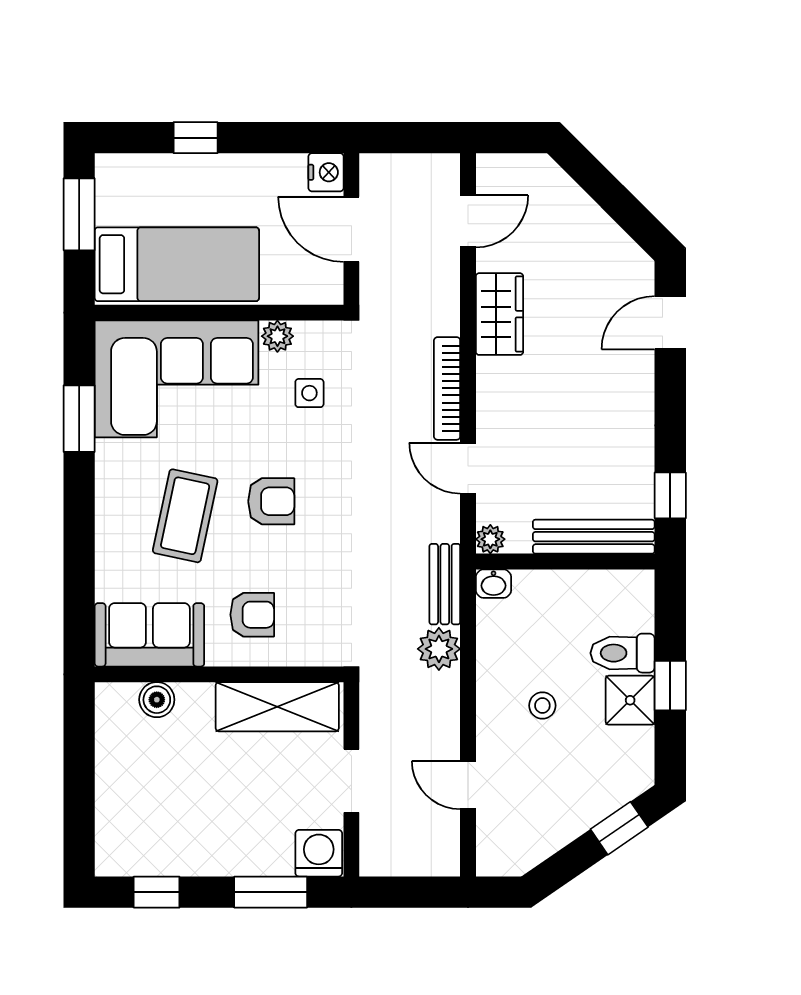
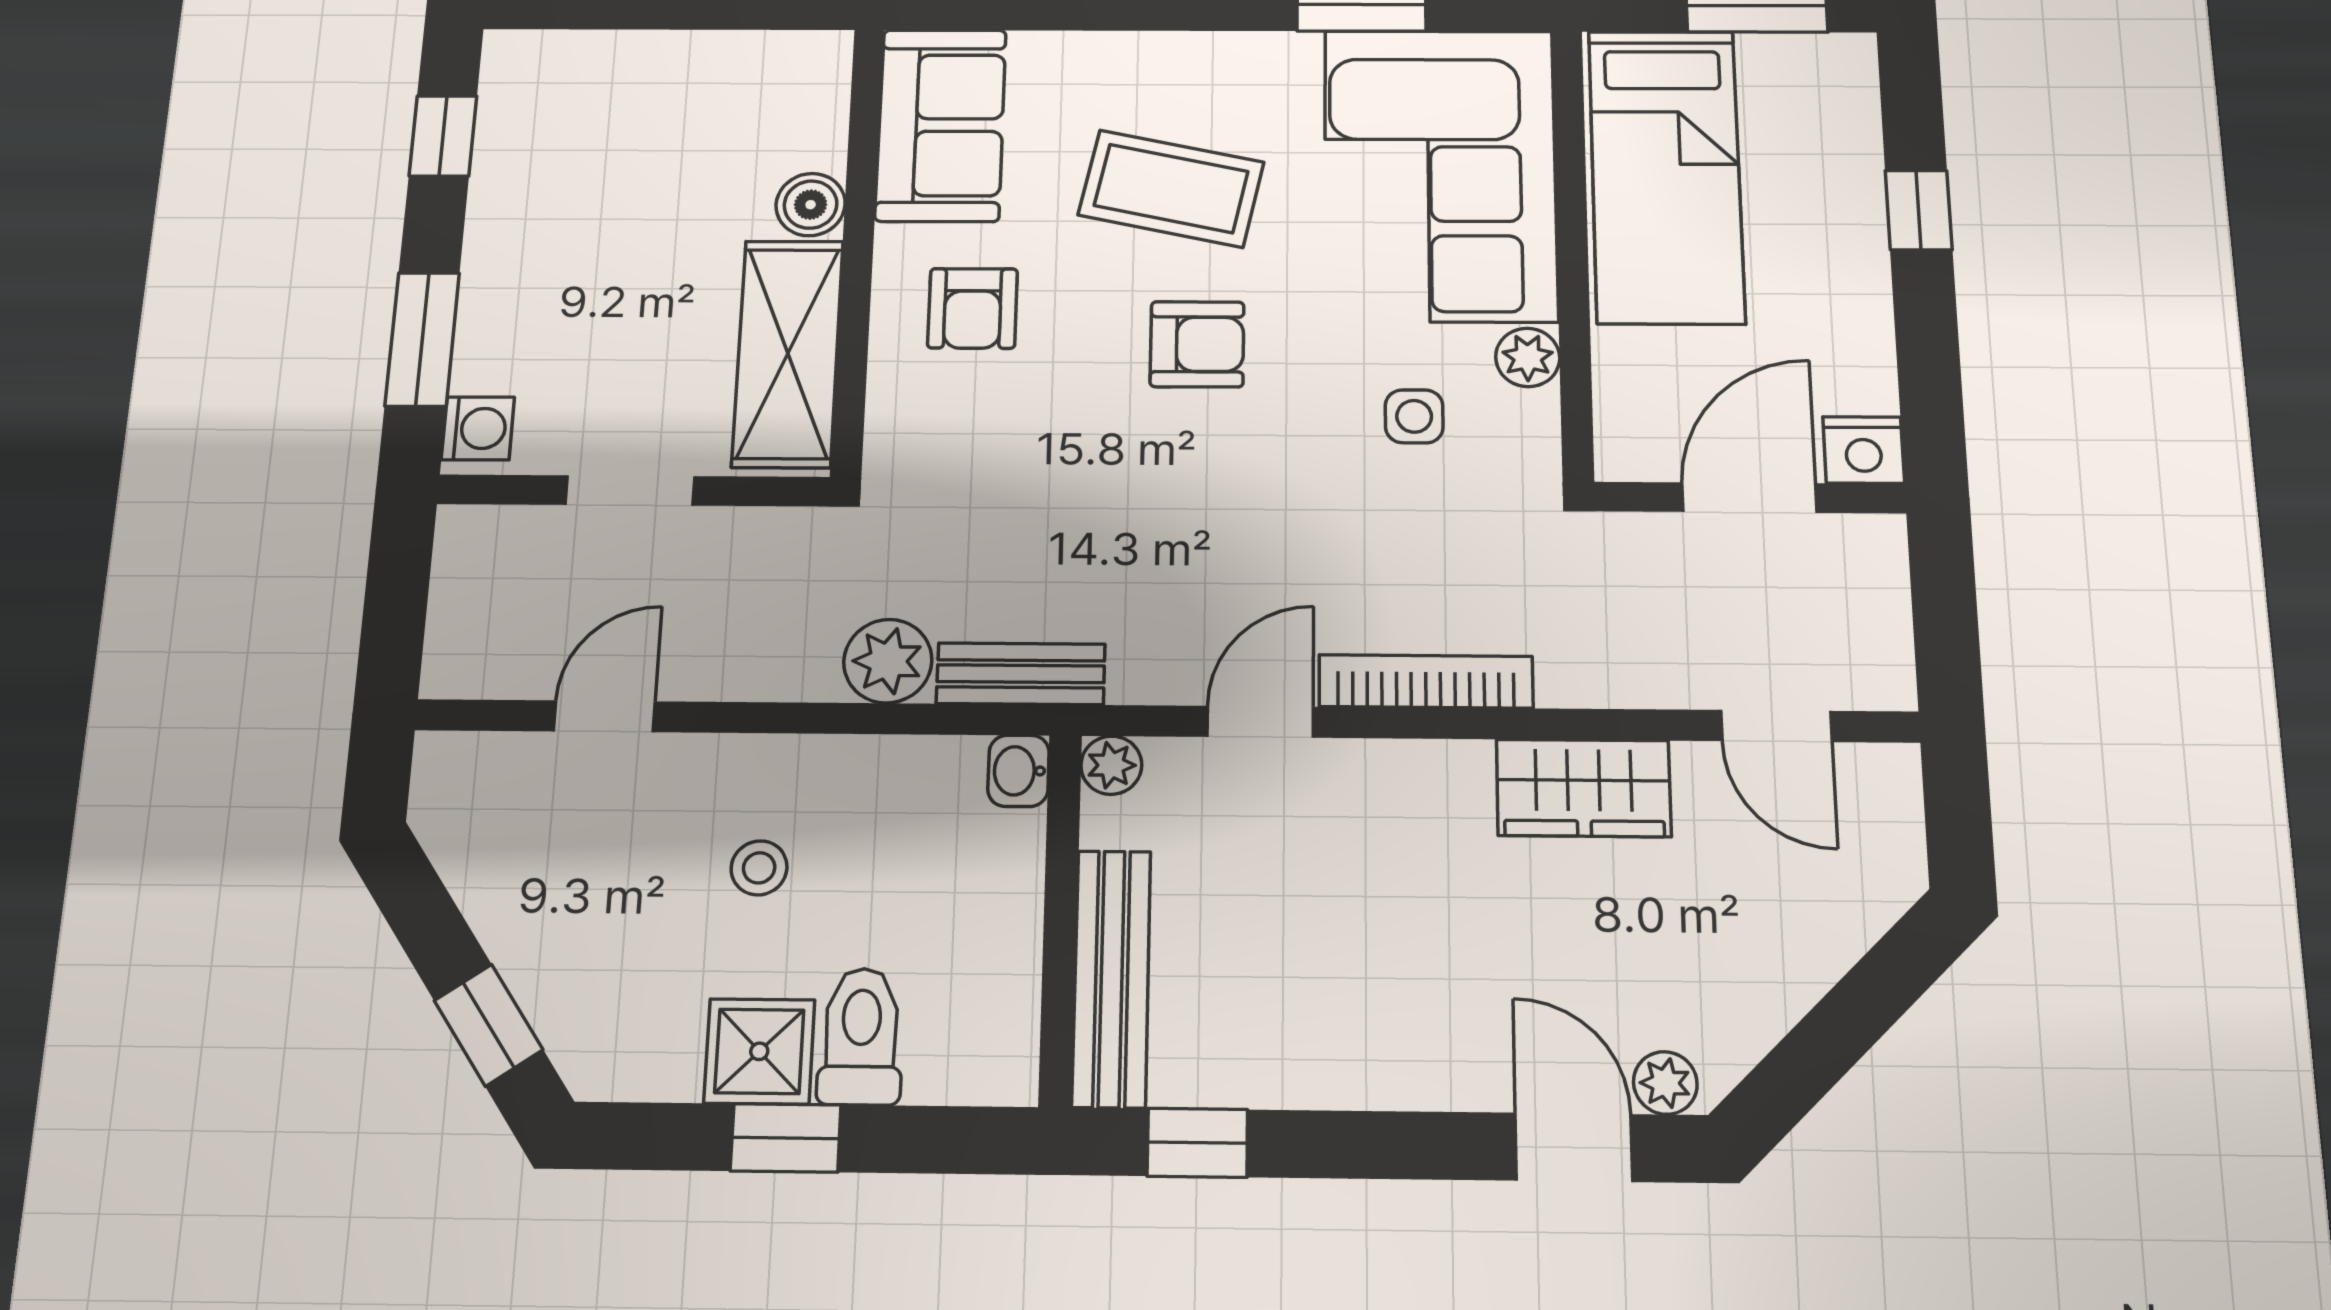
plant: (640, 280) -> (1665, 1083), added
armchair: (271, 501) -> (1197, 344), turned -90
boiler: (157, 700) -> (811, 205), moved
washing machine: (319, 853) -> (478, 428), width x0.73, depth x0.73

